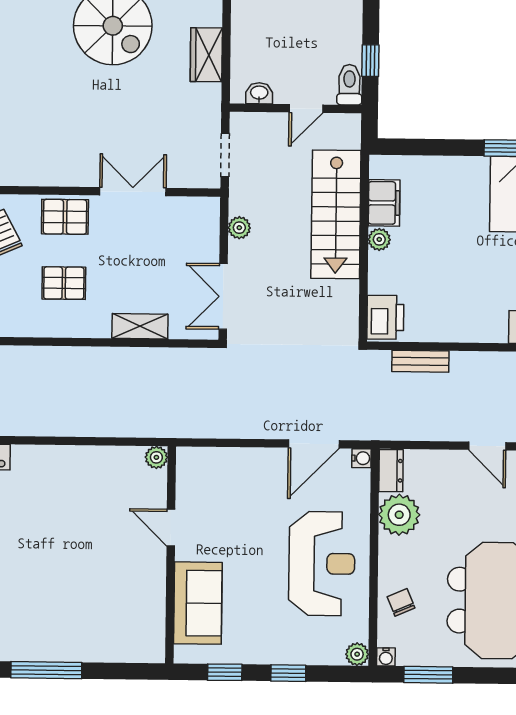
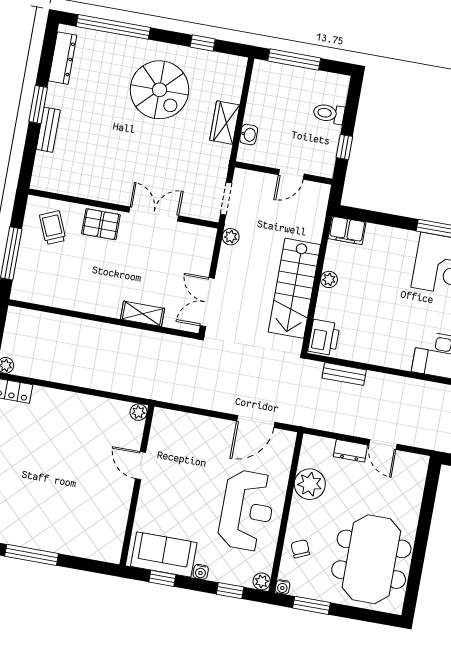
toilet: (349, 85) -> (329, 113), moved, turned -90
washbasin: (259, 93) -> (249, 135), moved, turned 90
filing cabinet: (384, 203) -> (347, 230), moved, turned 90
stairs: (336, 214) -> (294, 288), moved
plant: (239, 228) -> (231, 237), moved
pallet: (64, 283) -> (92, 273), removed
water cooler: (361, 458) -> (201, 572), moved, turned 90
dresser: (391, 471) -> (350, 451), moved, turned 90
sofa: (198, 603) -> (164, 554), moved, turned -90
window: (288, 673) -> (230, 591), moved

